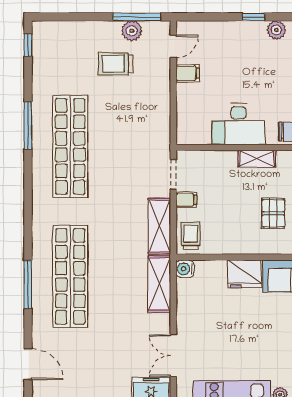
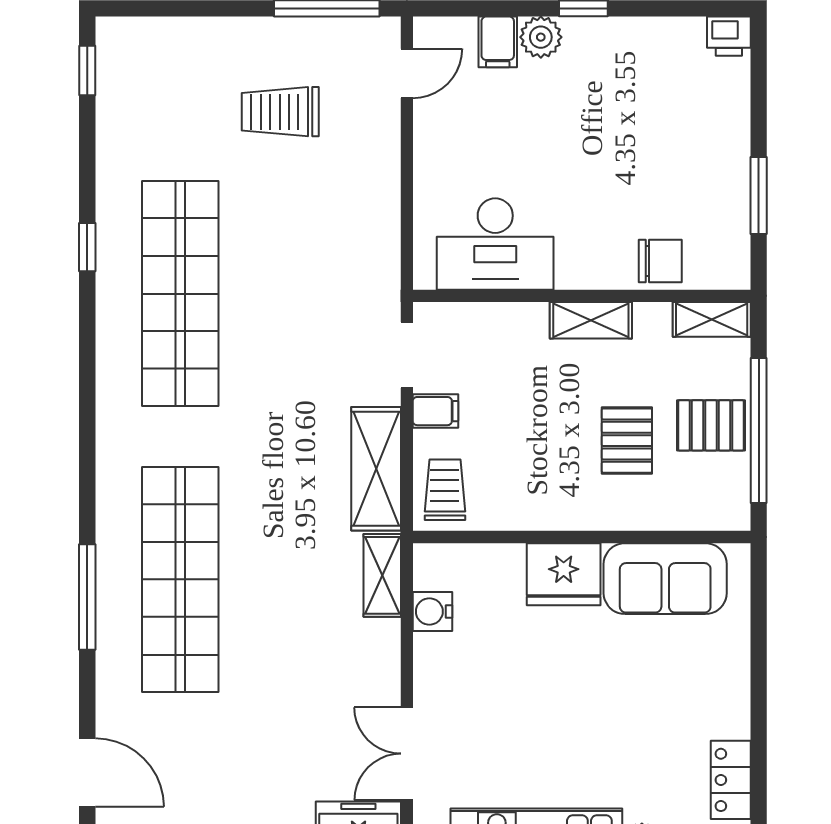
plant: (276, 30) -> (541, 37), moved
plant: (132, 31) -> (316, 39), removed
filing cabinet: (188, 73) -> (498, 42), moved, turned 90
desk: (238, 124) -> (495, 244), moved
window: (28, 125) -> (87, 247), width x0.46
water cooler: (185, 269) -> (432, 611), moved
shelving: (159, 284) -> (382, 575), width x0.67, depth x0.75

